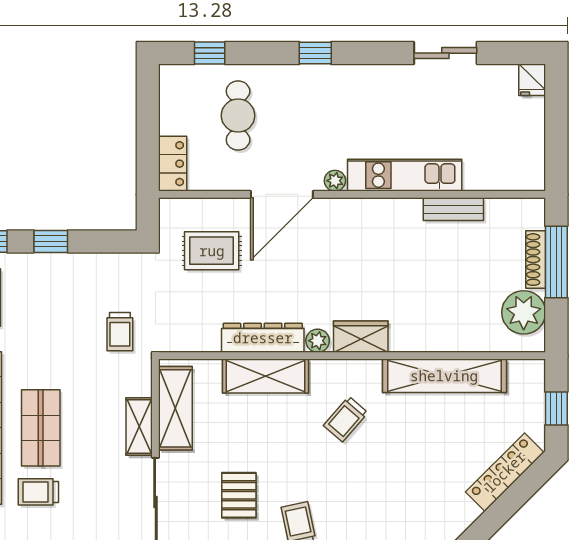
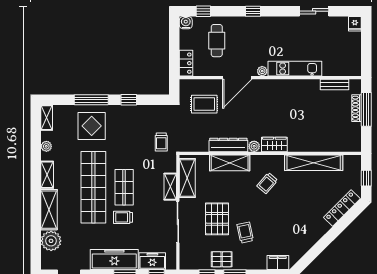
water cooler: (172, 77) -> (186, 23), added
bench: (453, 209) -> (334, 85), moved
plant: (524, 312) -> (351, 133), removed
pallet: (239, 495) -> (217, 219), width x1.50, depth x1.42

